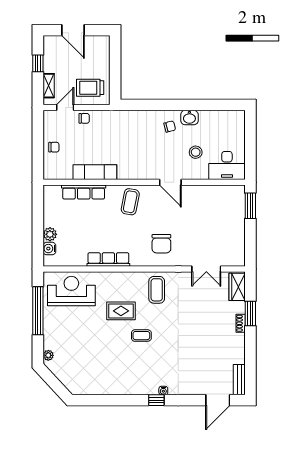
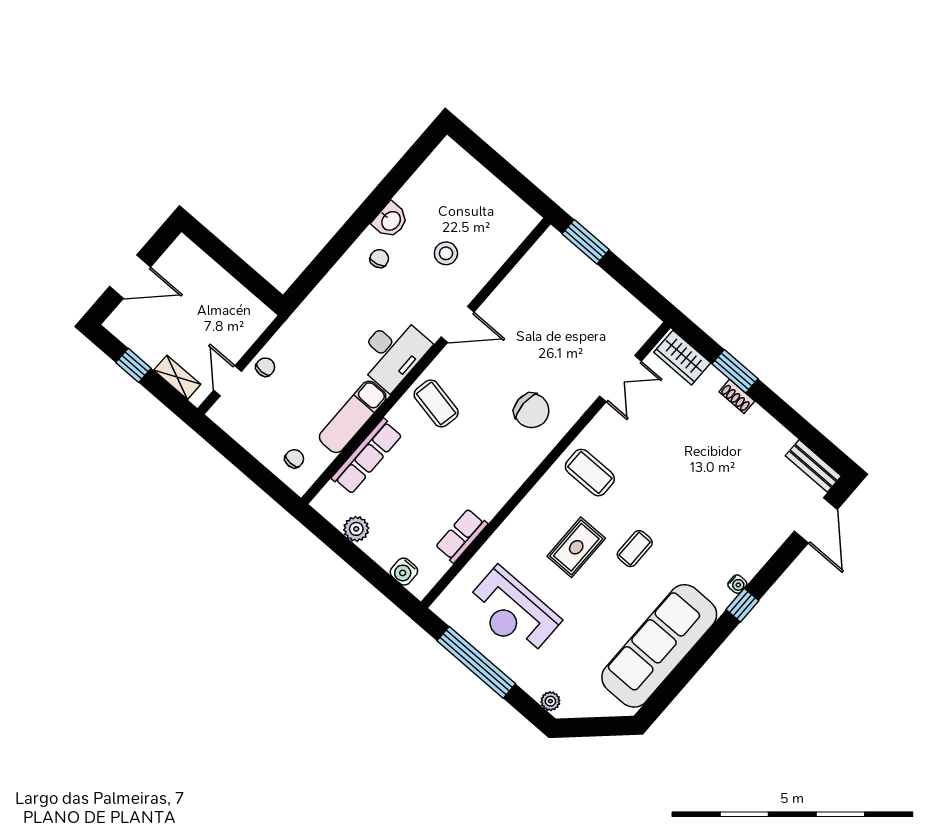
trolley: (90, 88) -> (230, 322), removed
chair: (54, 147) -> (294, 459), moved
desk: (227, 166) -> (392, 352), moved
plant: (50, 234) -> (356, 529), moved
row of seats: (108, 259) -> (461, 536), moved, width x0.68
reception desk: (71, 291) -> (513, 612), moved, turned -90
sofa: (110, 380) -> (659, 646), added

